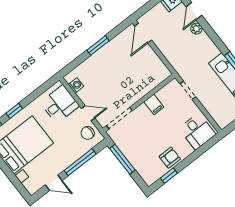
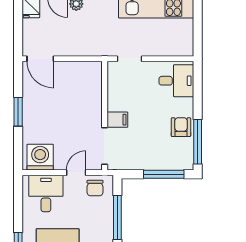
washing machine: (76, 85) -> (40, 157), width x1.89, depth x1.89
filing cabinet: (154, 104) -> (117, 120), moved
window: (122, 159) -> (164, 174), moved
window: (169, 176) -> (198, 142), width x2.17

